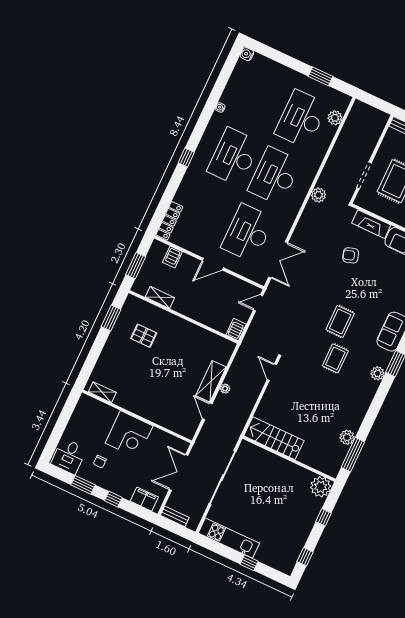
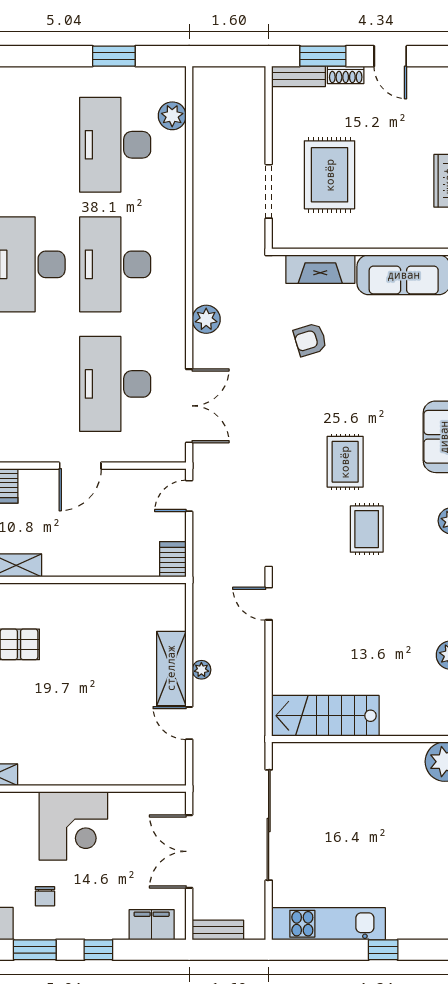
plant: (318, 195) -> (206, 319), moved

